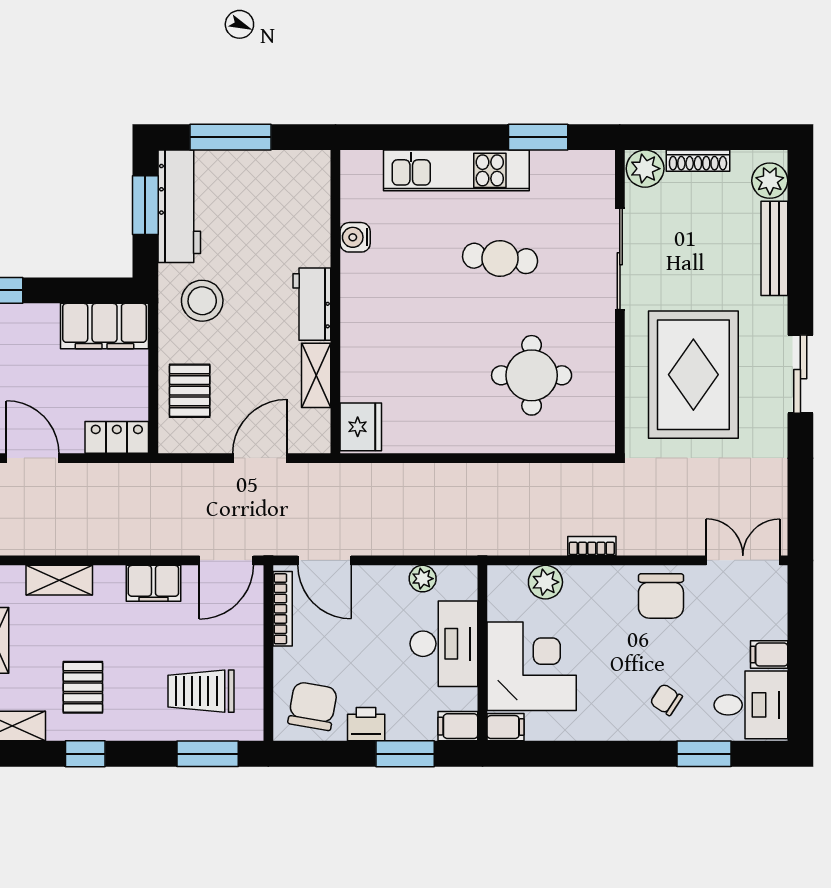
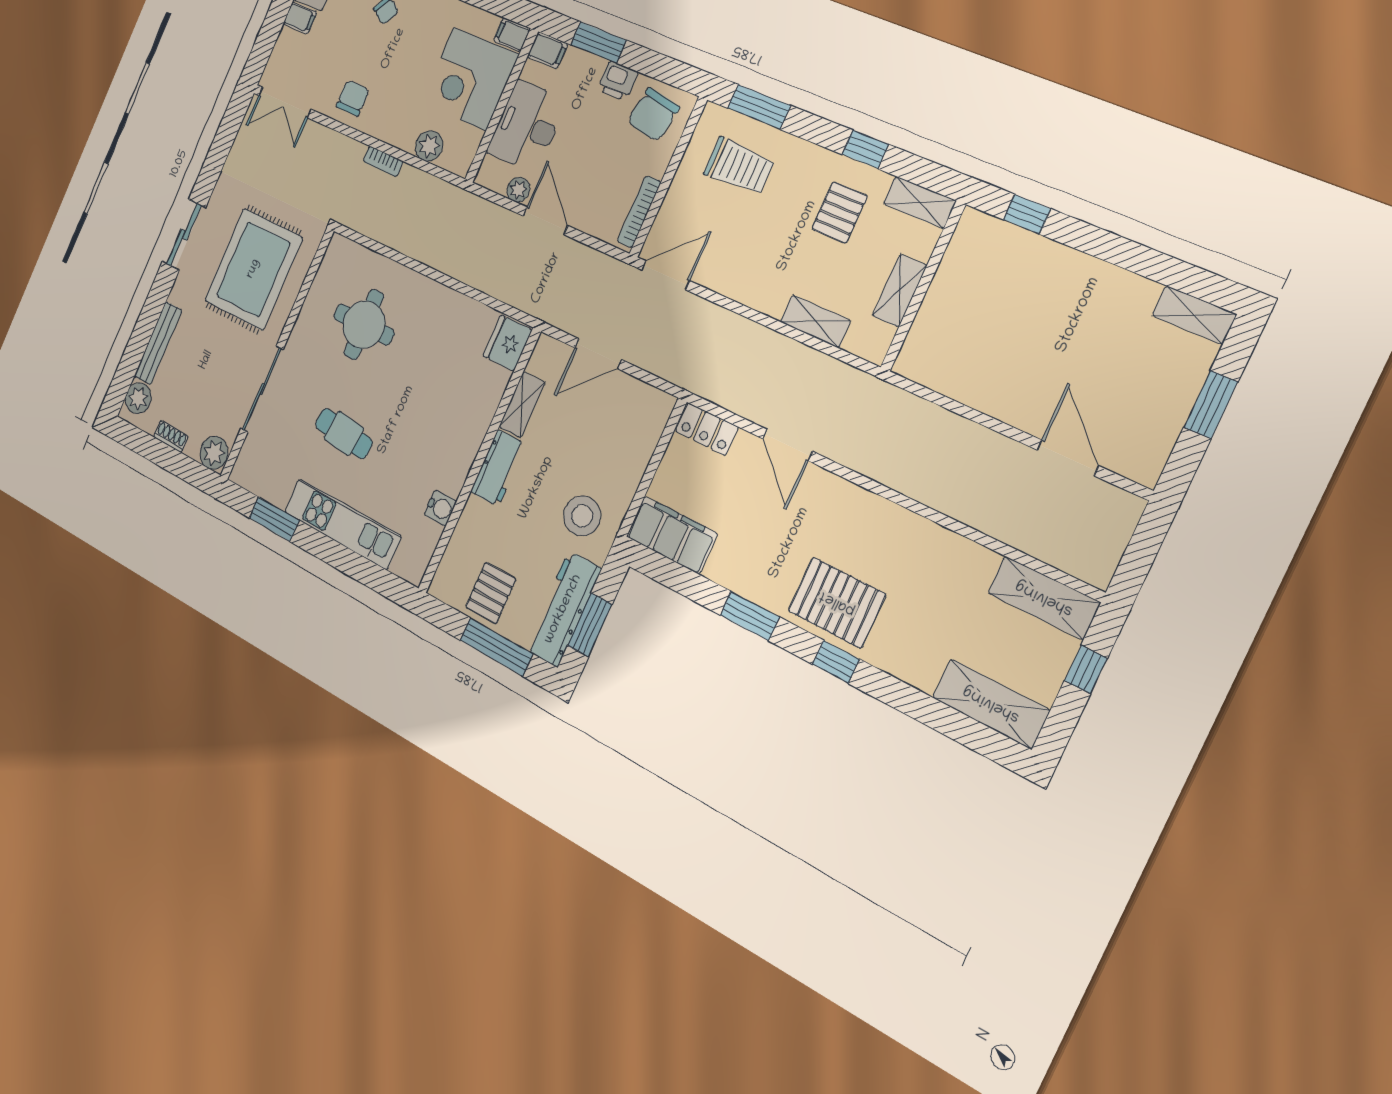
shoe rack: (698, 161) -> (171, 436), width x0.70
pallet: (190, 391) -> (491, 593), moved
door: (324, 560) -> (545, 221), moved
filing cabinet: (153, 583) -> (735, 282), removed
chair: (661, 596) -> (353, 98), width x0.73, depth x0.73

